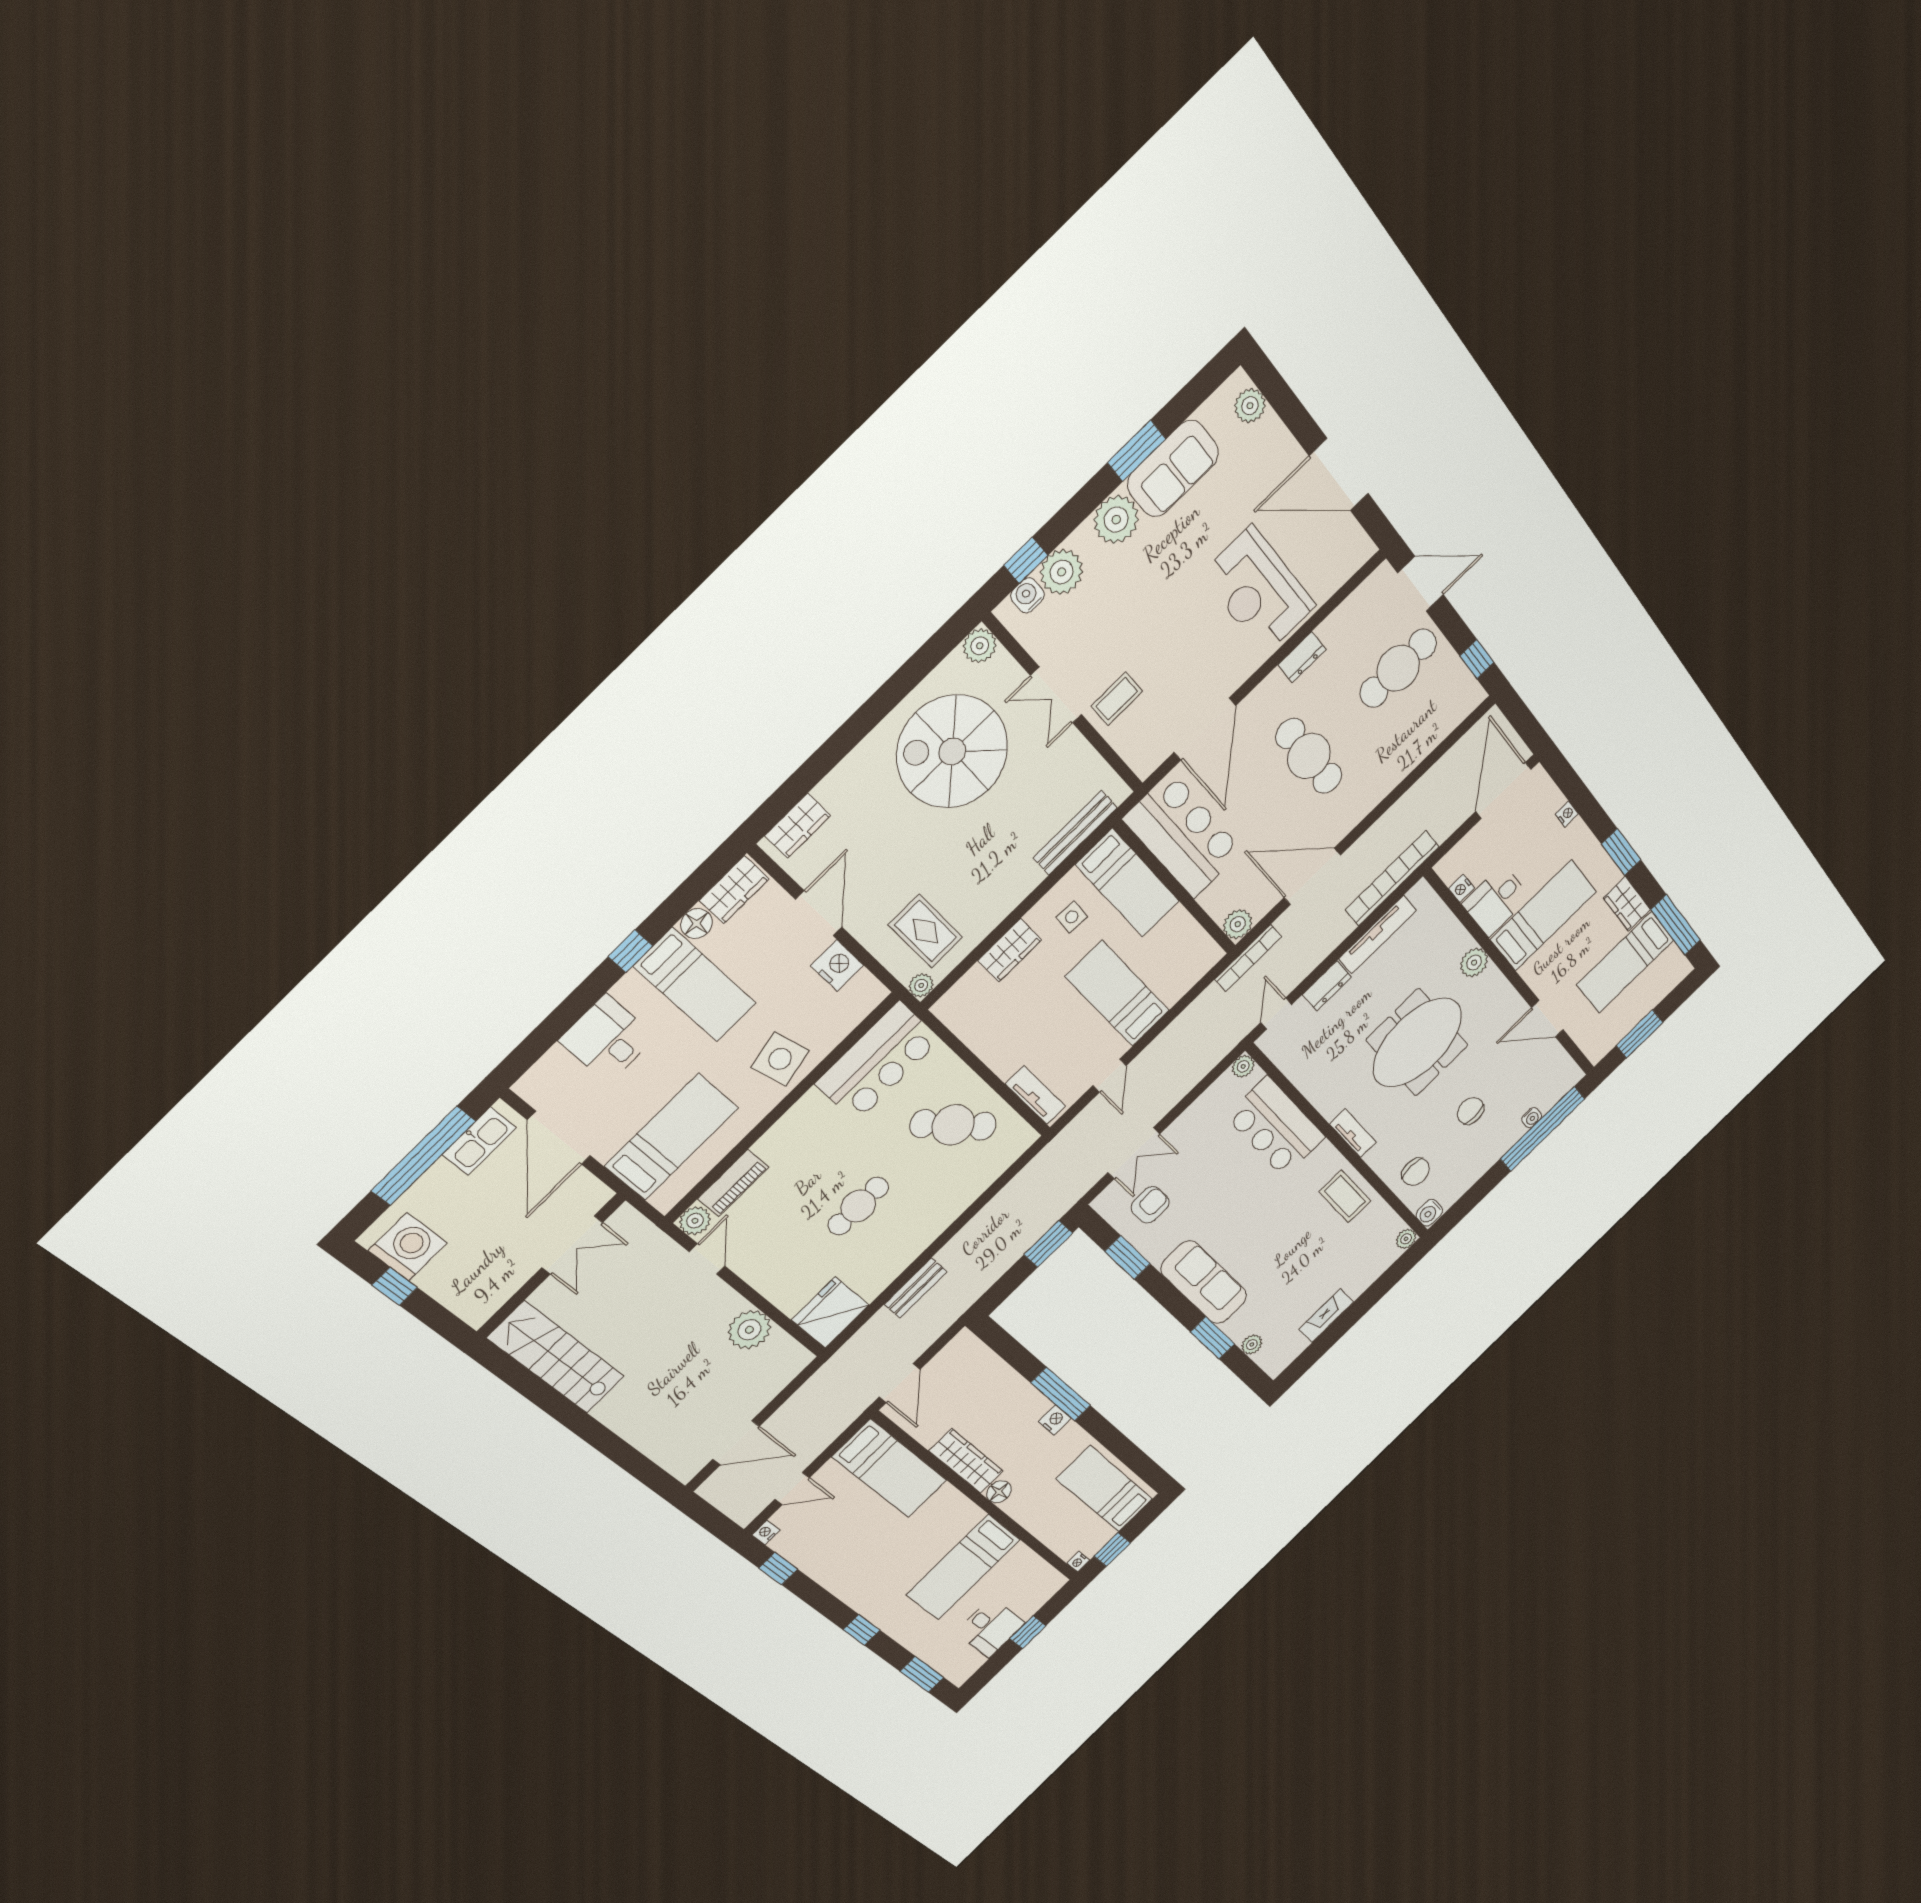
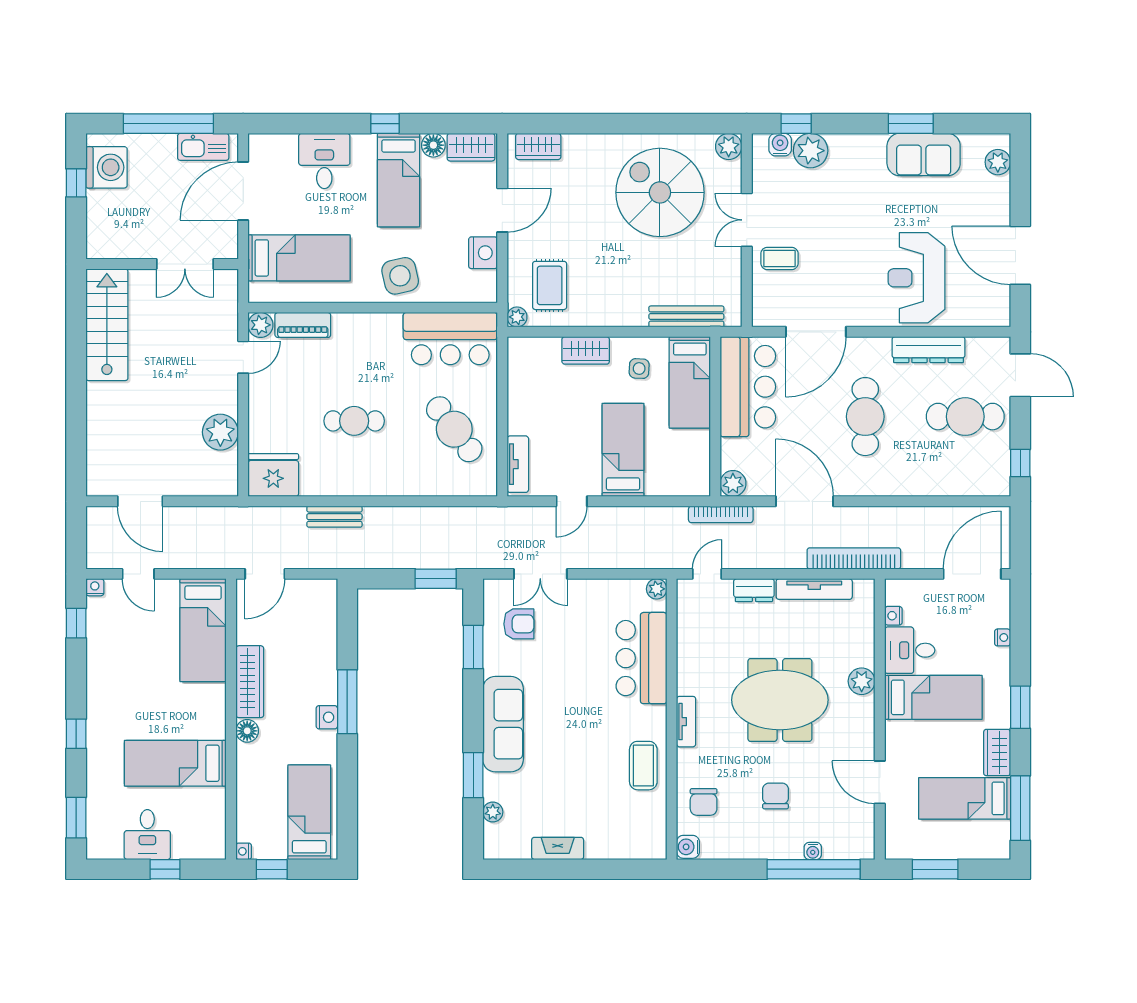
plant: (1116, 520) -> (867, 151), removed
dresser: (1302, 657) -> (929, 350), width x1.96, depth x1.24
plant: (1406, 1239) -> (657, 850), removed

